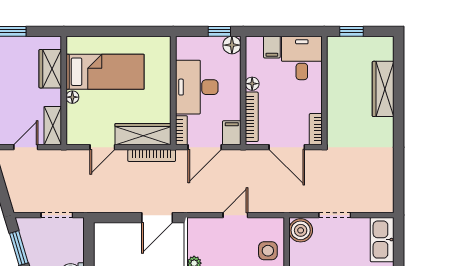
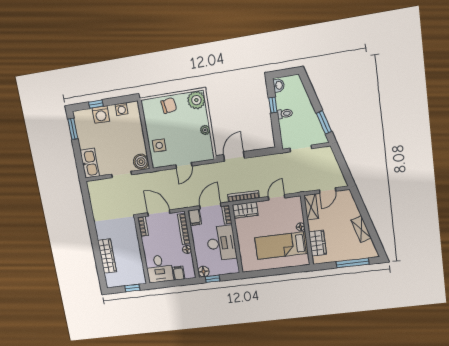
wardrobe: (143, 134) -> (245, 210), width x0.67

